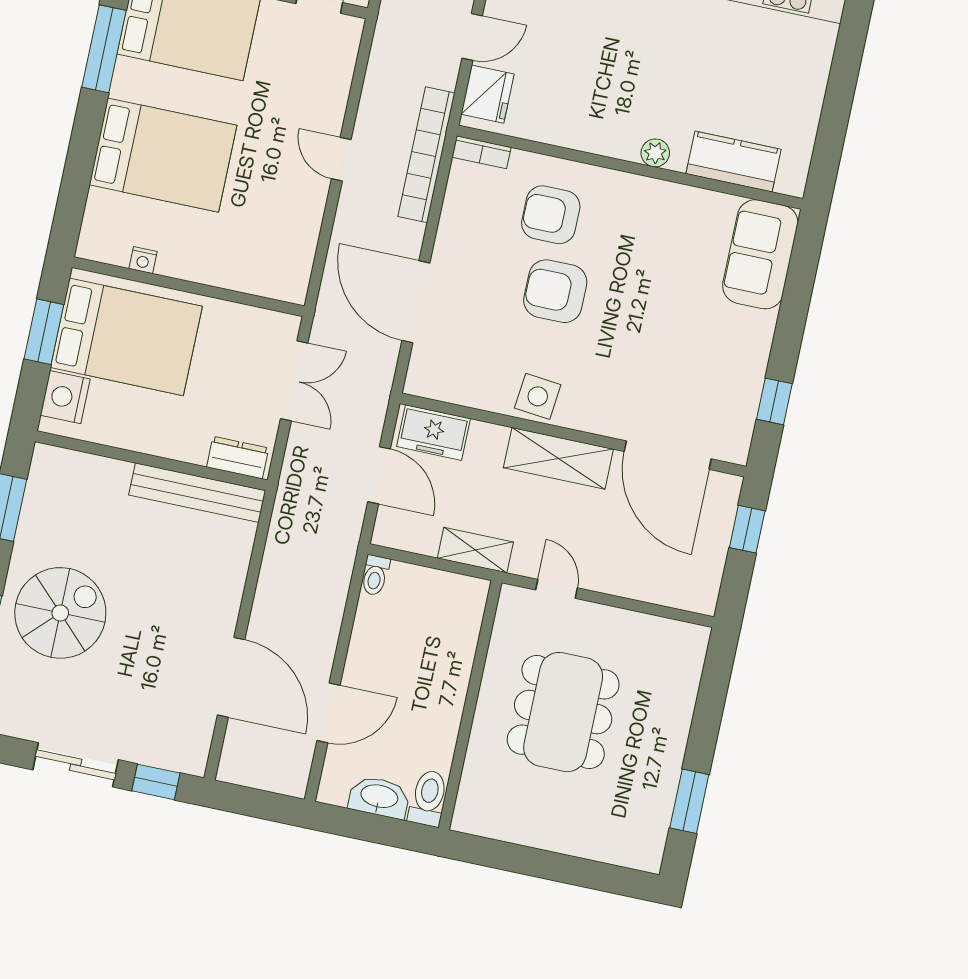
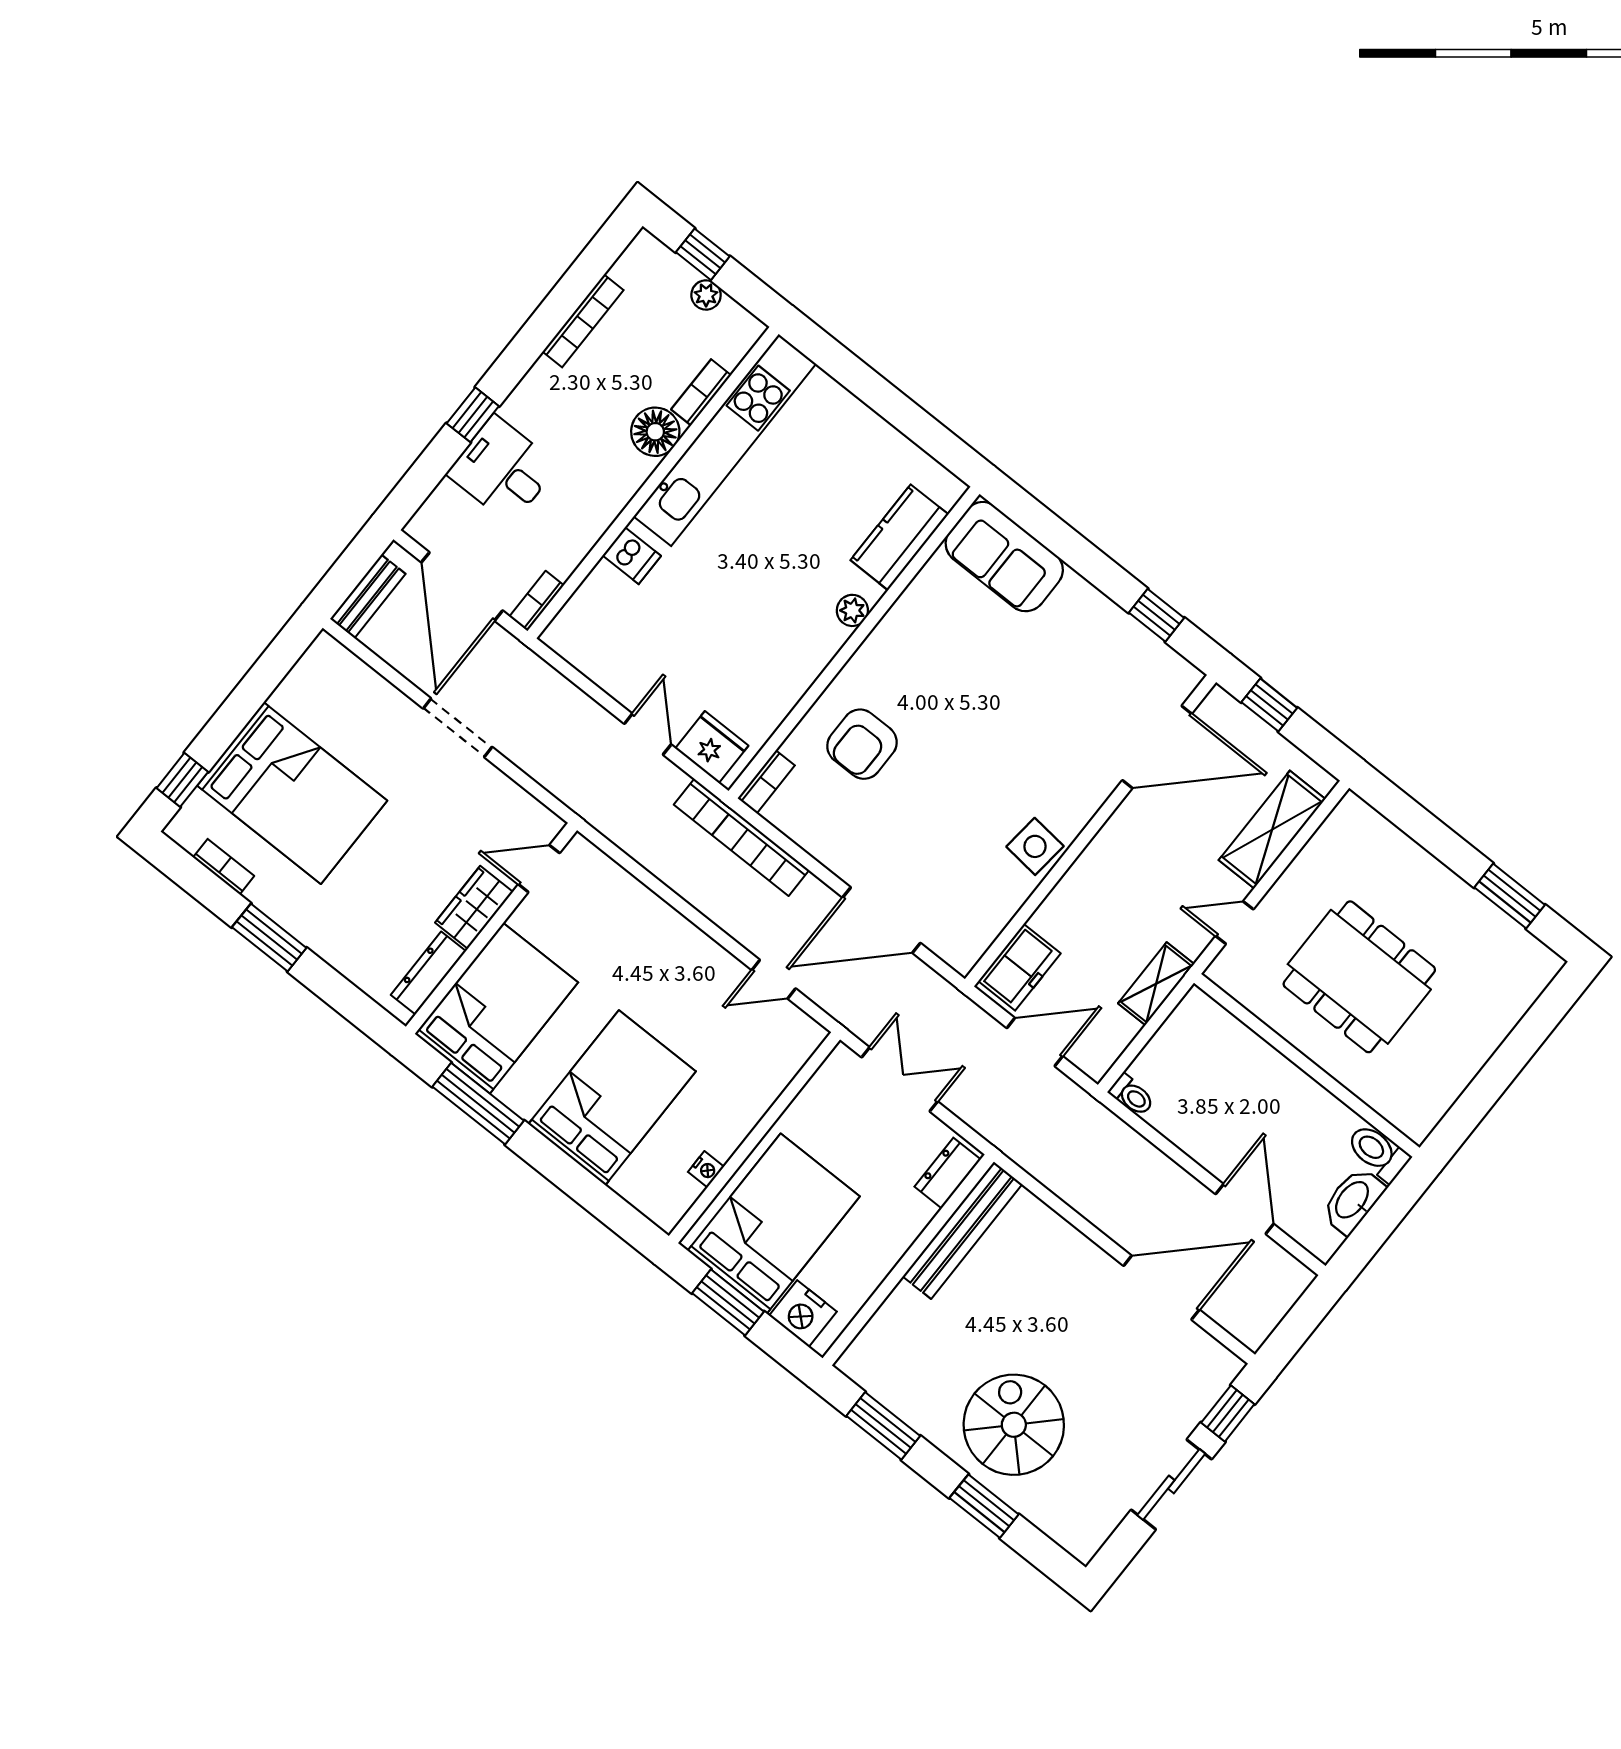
door: (341, 159) -> (774, 979), moved
armchair: (555, 291) -> (940, 777), removed
shelving: (558, 458) -> (1272, 830), moved

